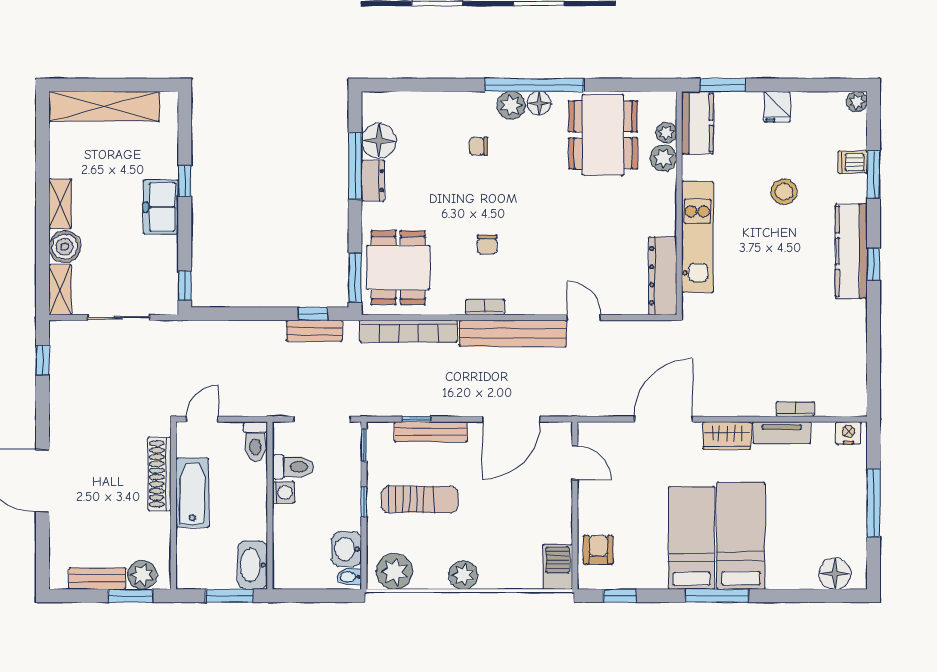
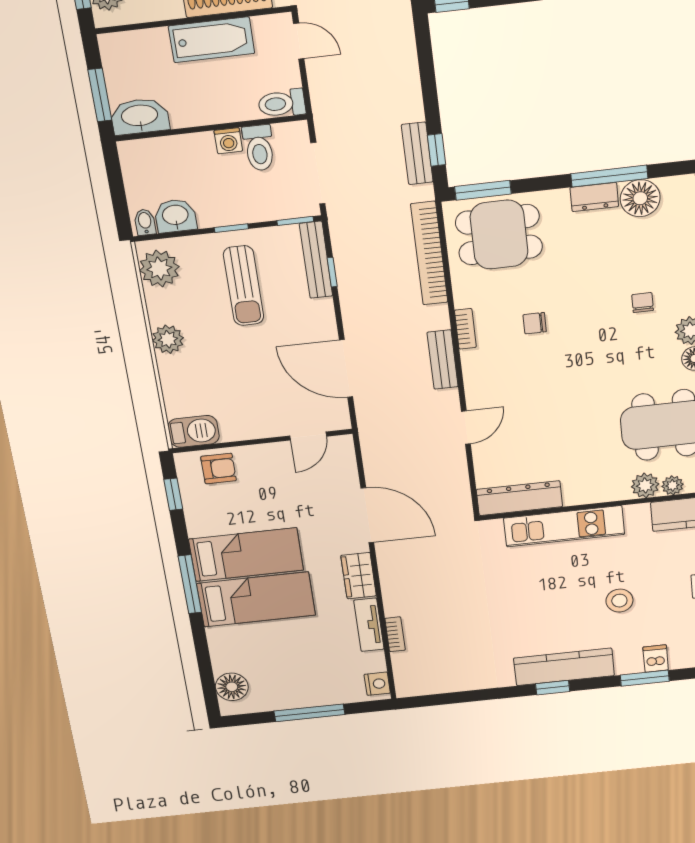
bench: (513, 333) -> (443, 360), width x0.54, depth x0.82
bench: (431, 432) -> (316, 260), moved

